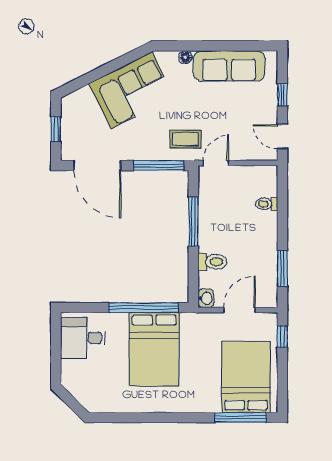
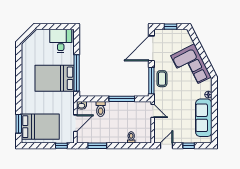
coffee table: (186, 139) -> (162, 79), moved
door: (240, 310) -> (75, 123), hinge flipped
window: (240, 418) -> (19, 124), width x0.69

